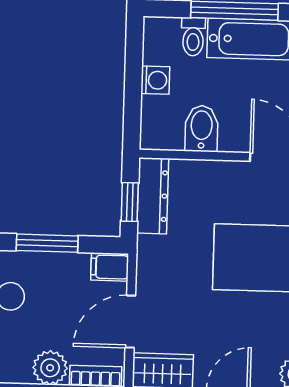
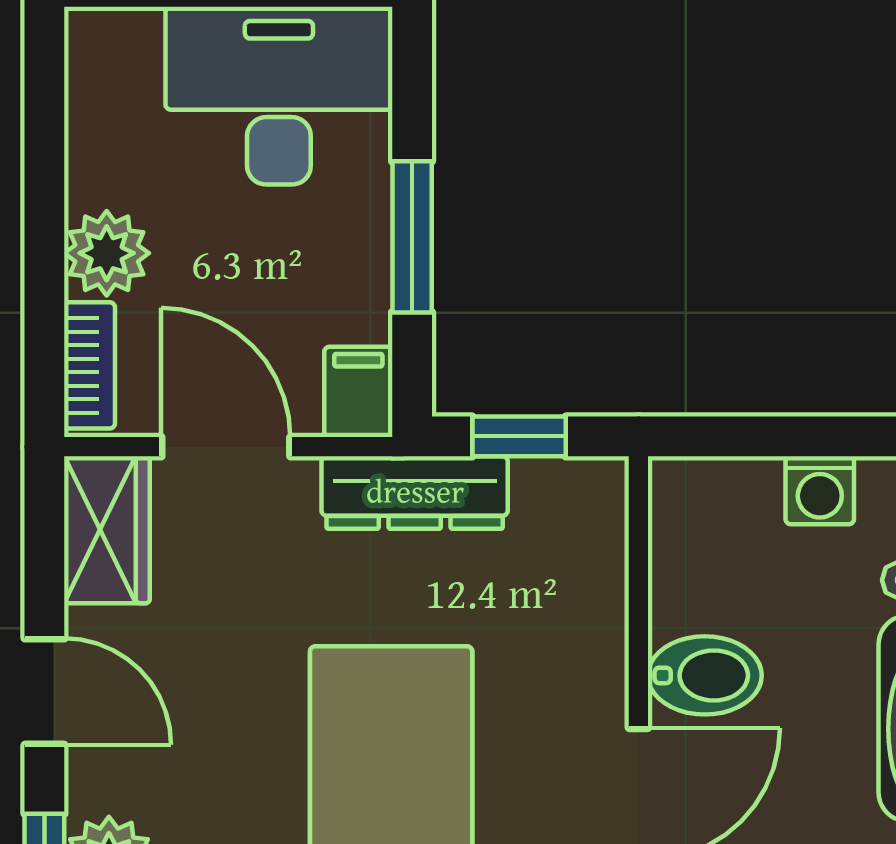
bidet: (202, 128) -> (705, 675), moved
dresser: (153, 196) -> (415, 493), moved

